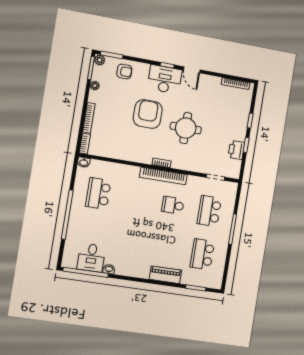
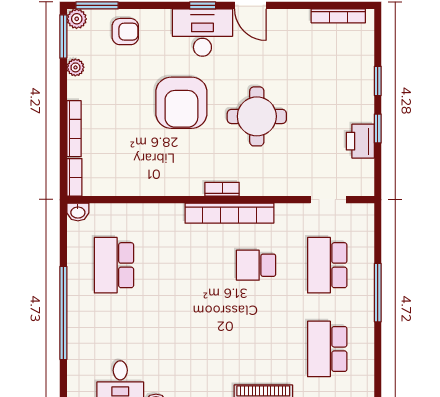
armchair: (148, 114) -> (181, 103), turned 180

